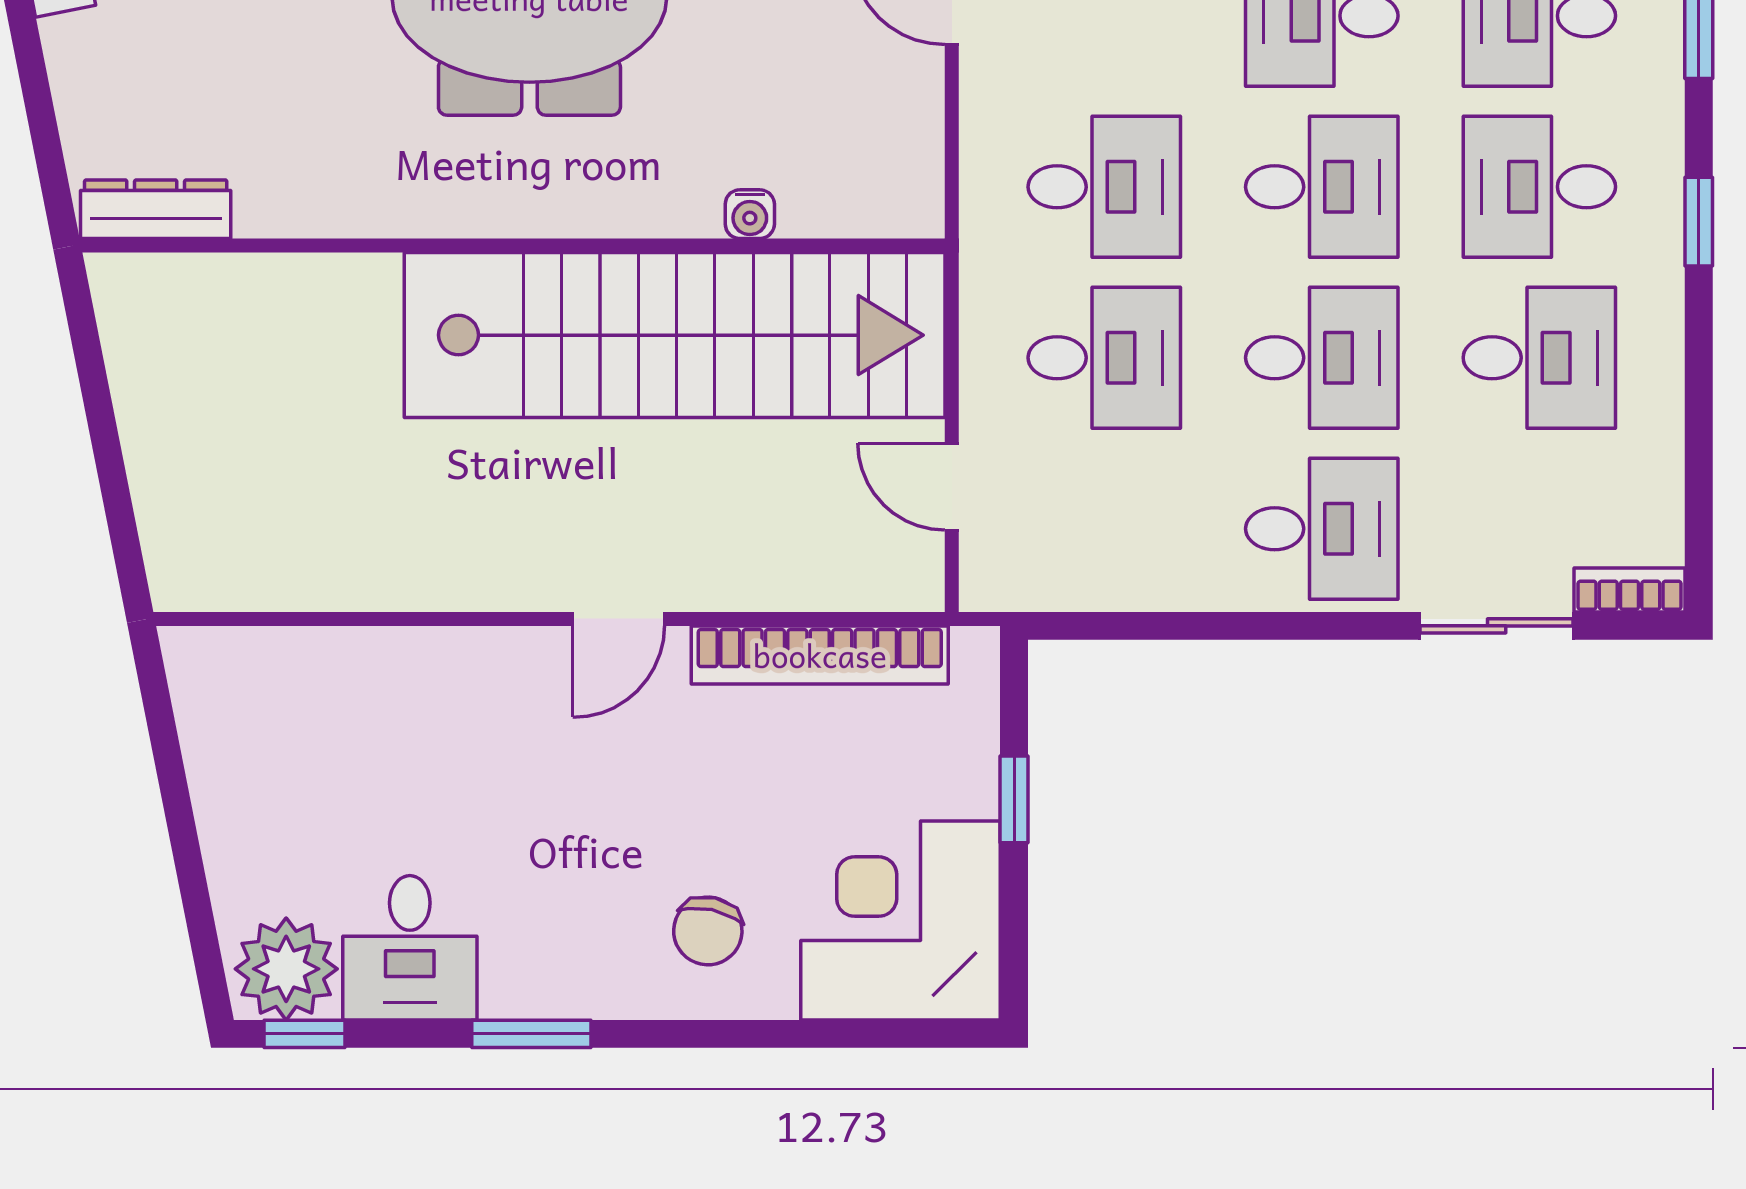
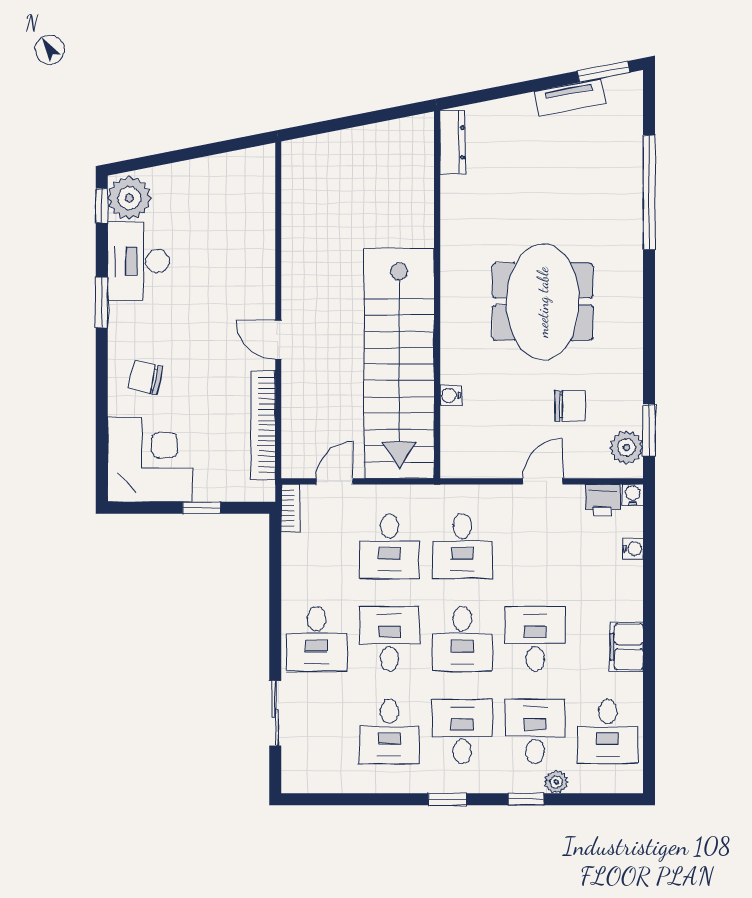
desk: (1322, 358) -> (389, 639), turned 180
bookcase: (1630, 590) -> (291, 508), moved
desk: (410, 948) -> (138, 261), width x1.37

